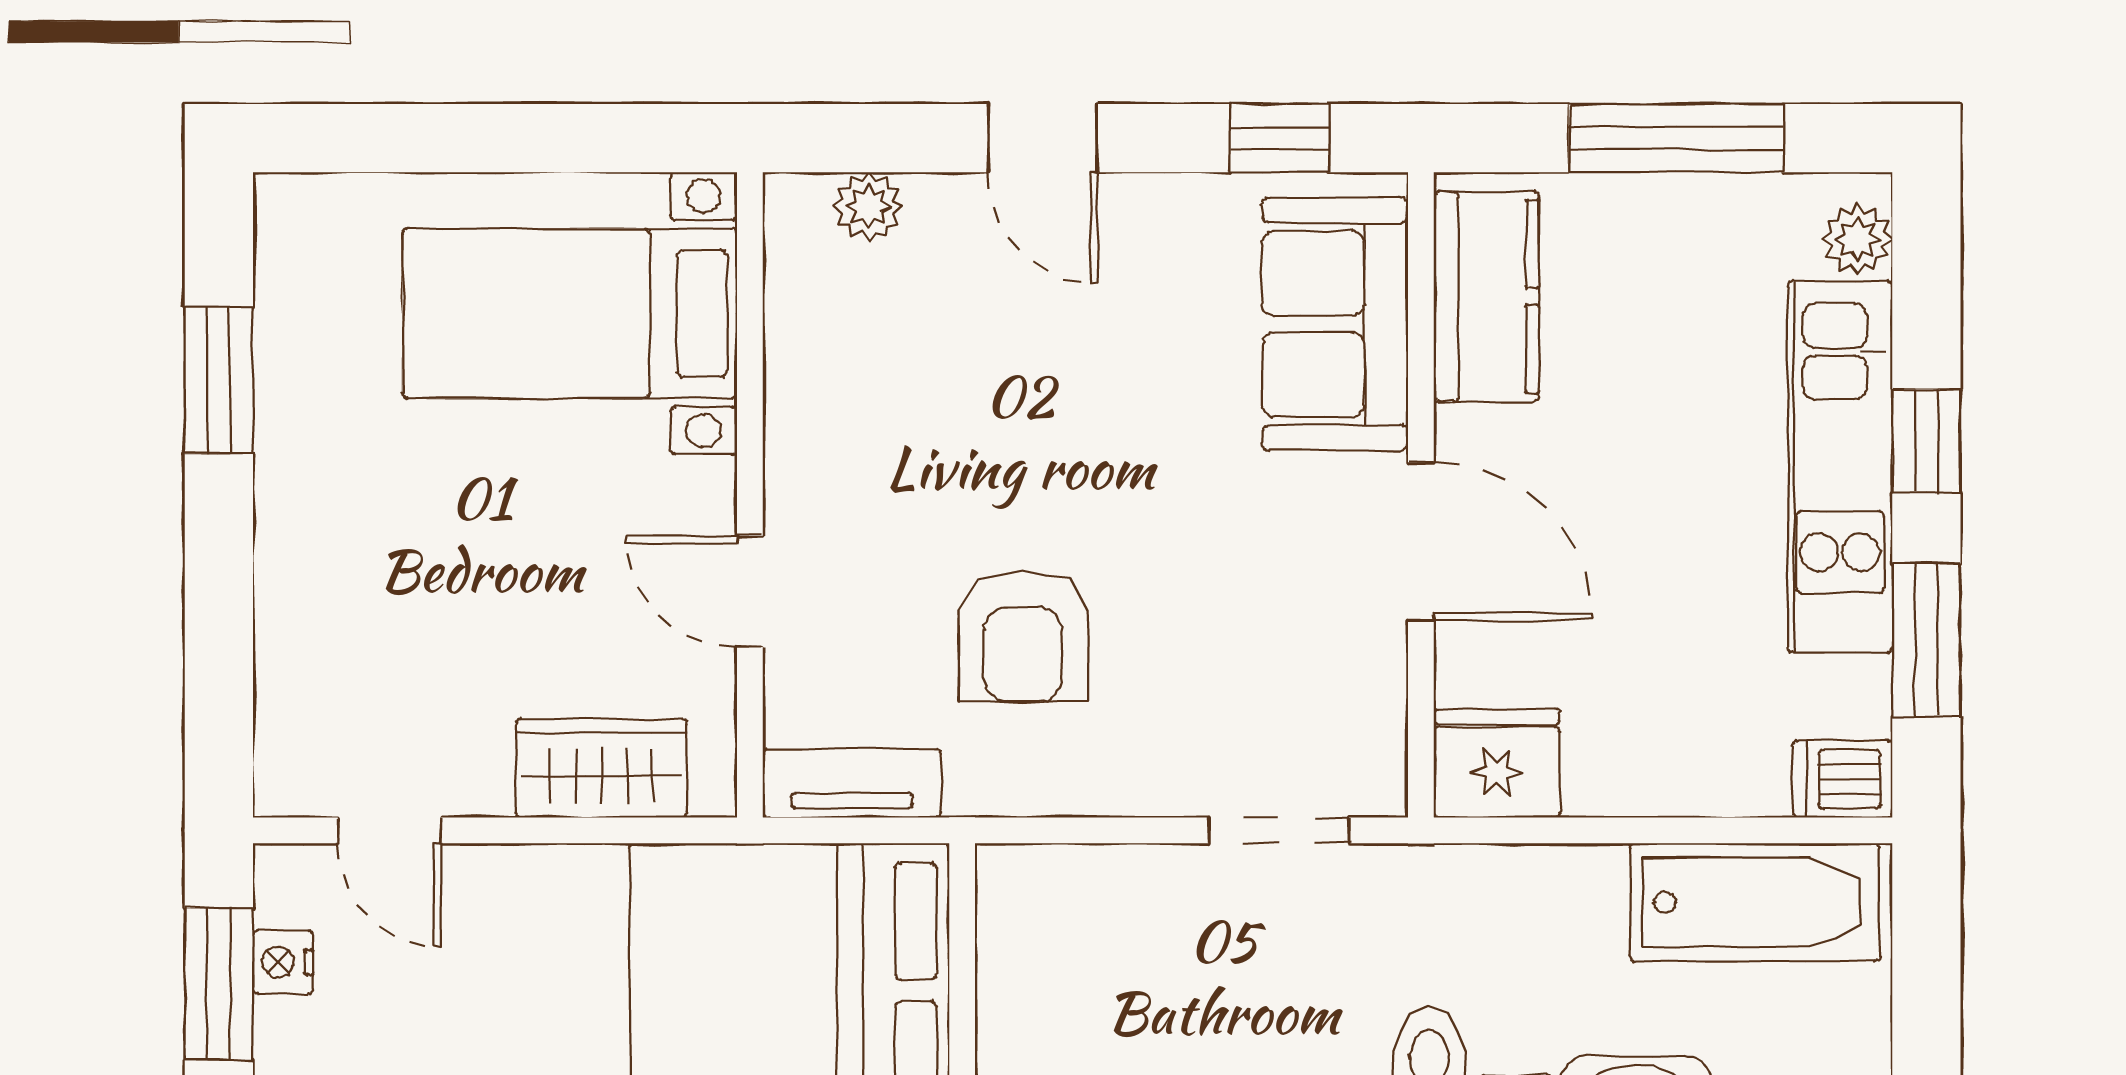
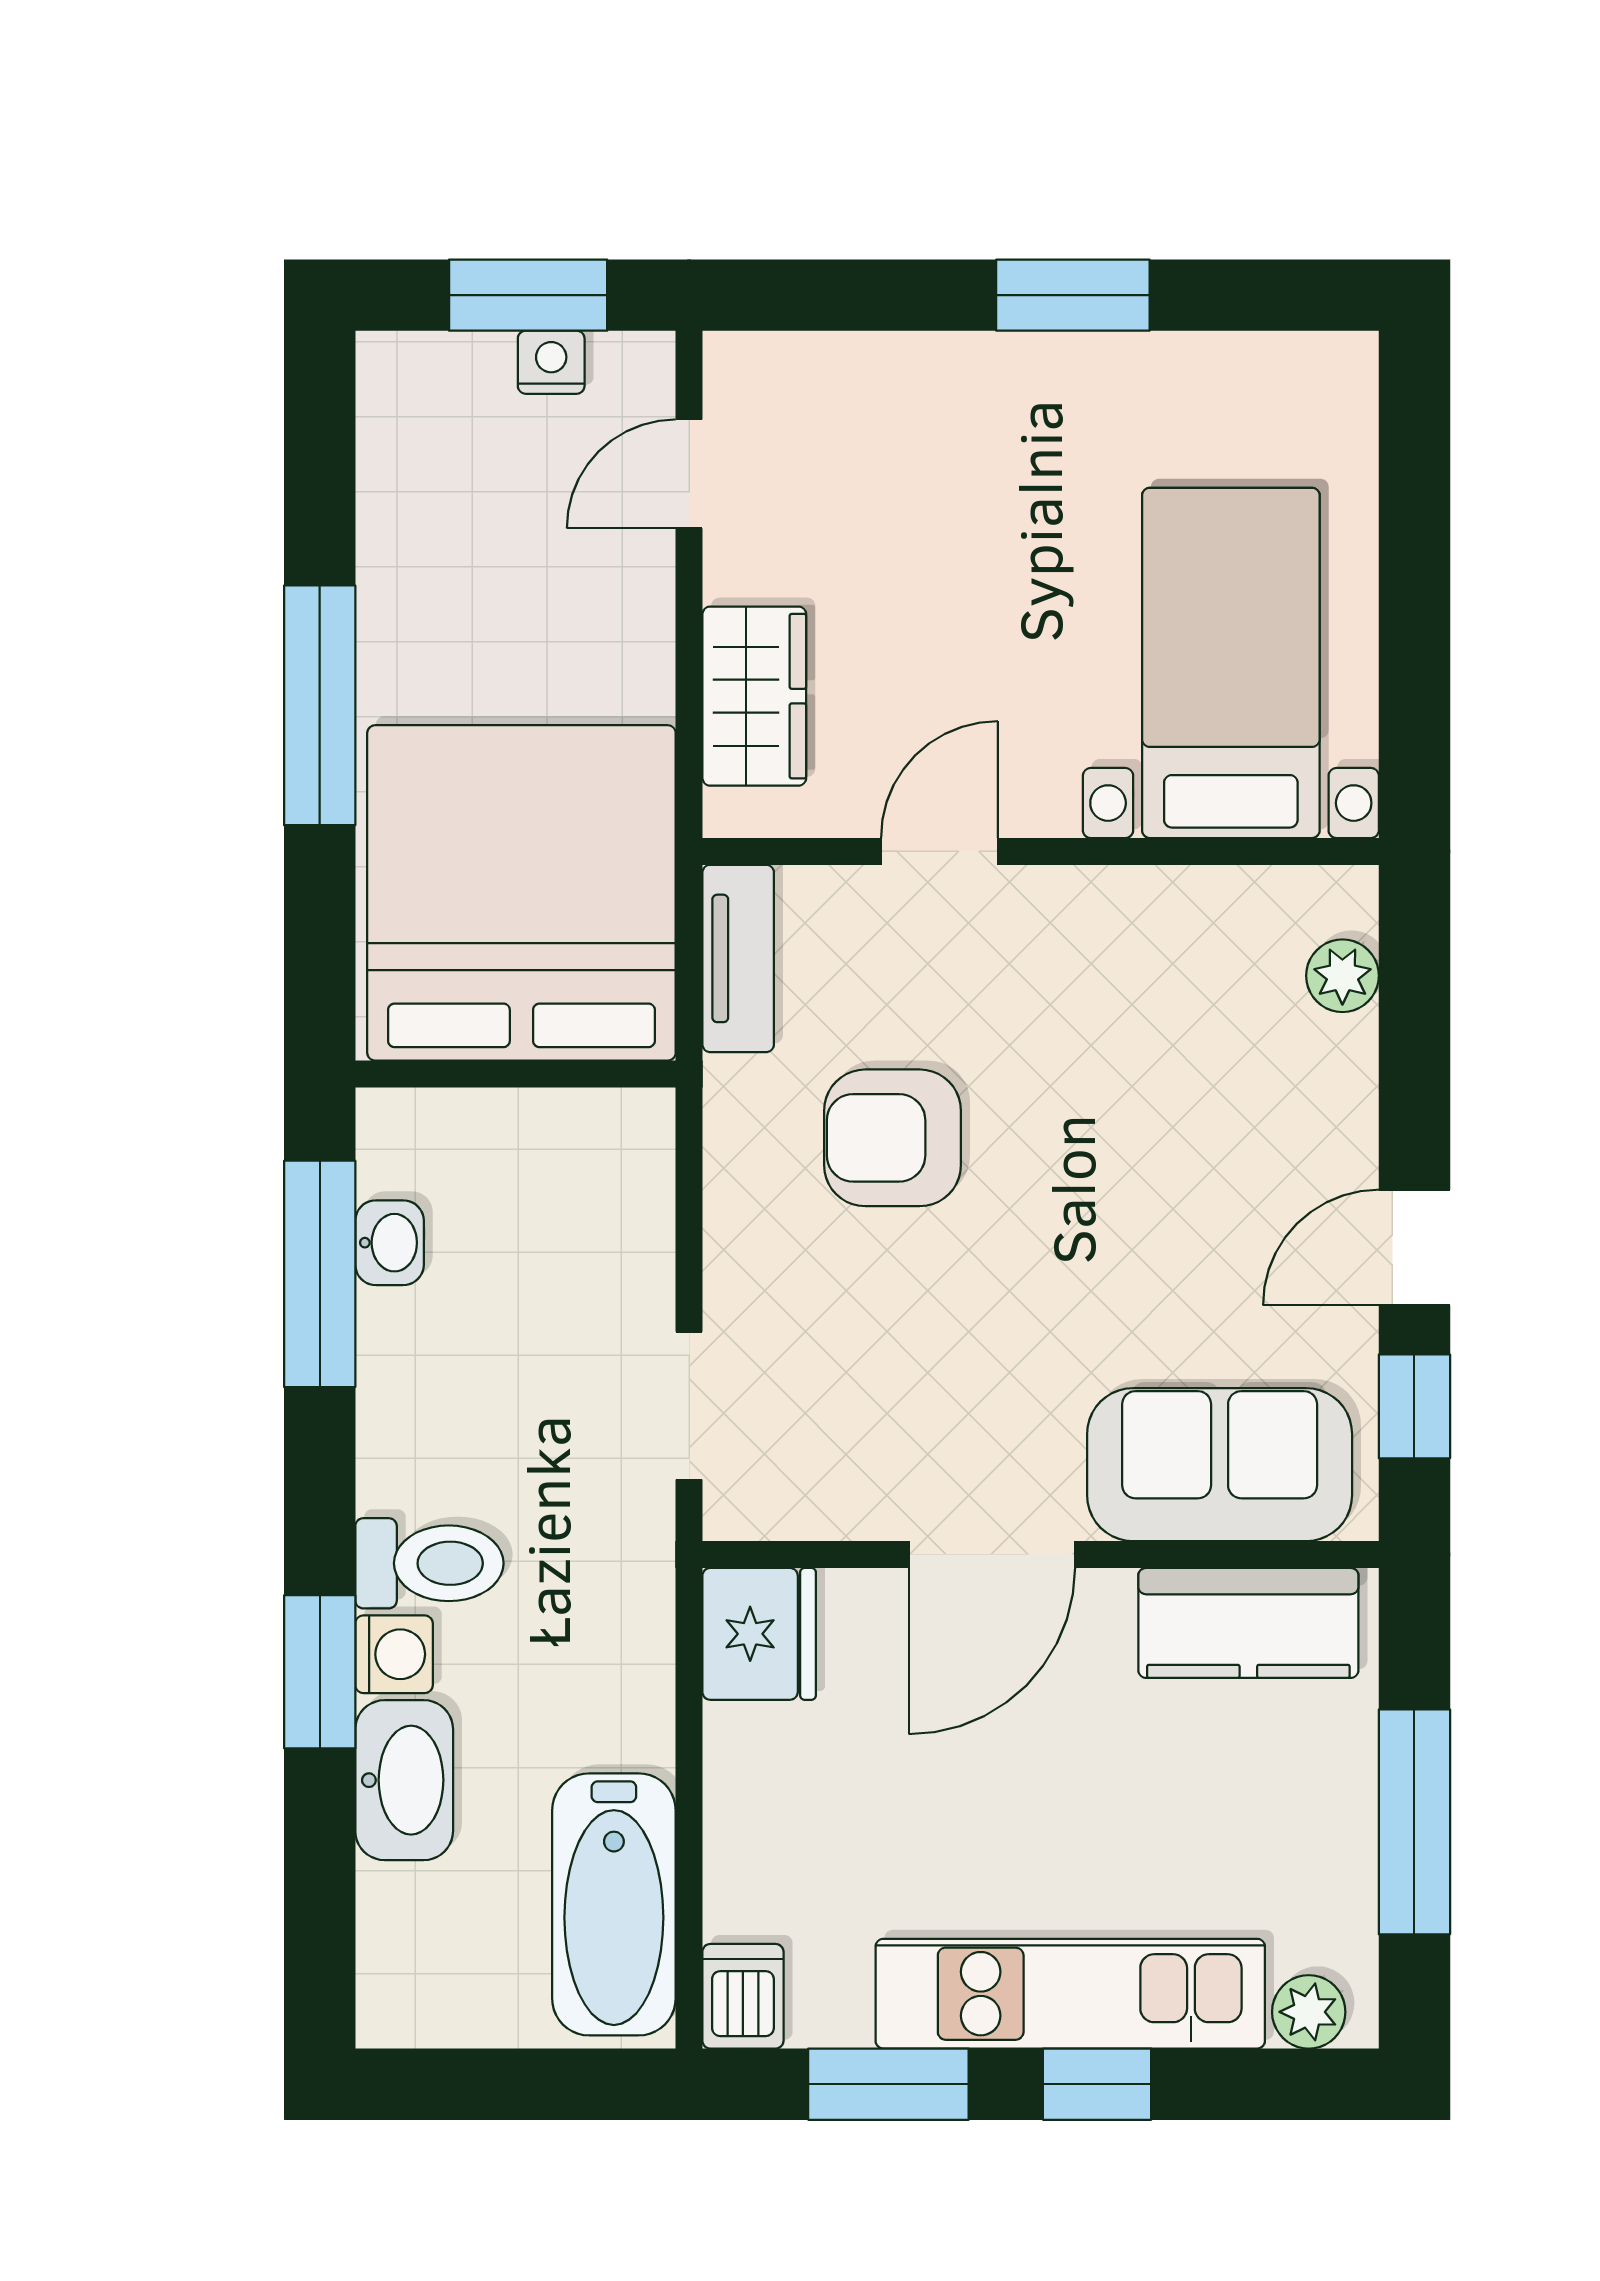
door: (1043, 138) -> (1414, 1248), moved
window: (219, 380) -> (1073, 295), moved

